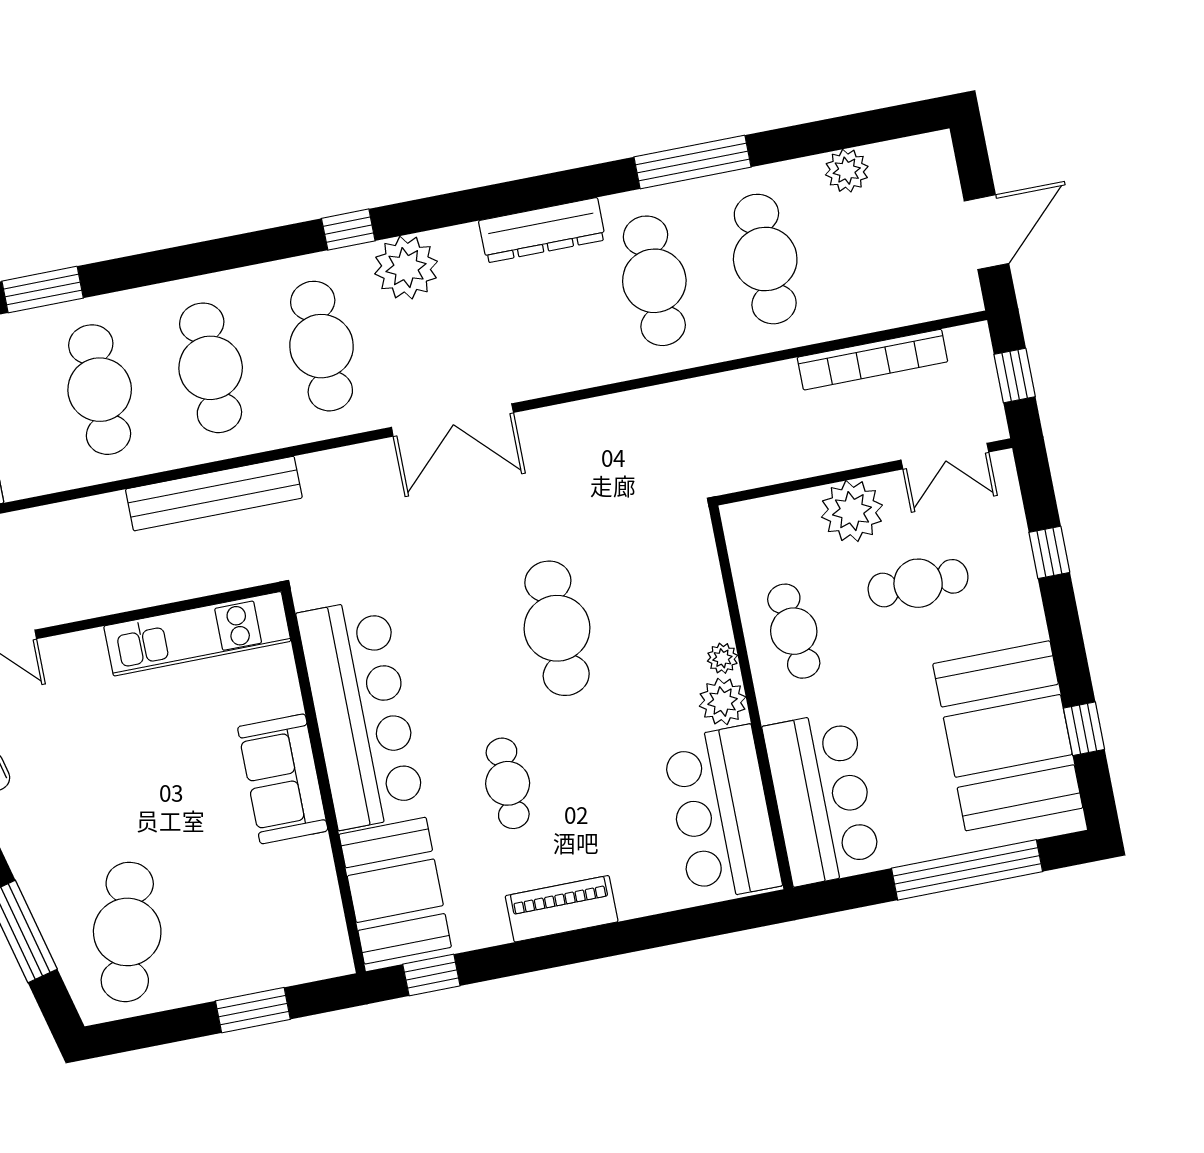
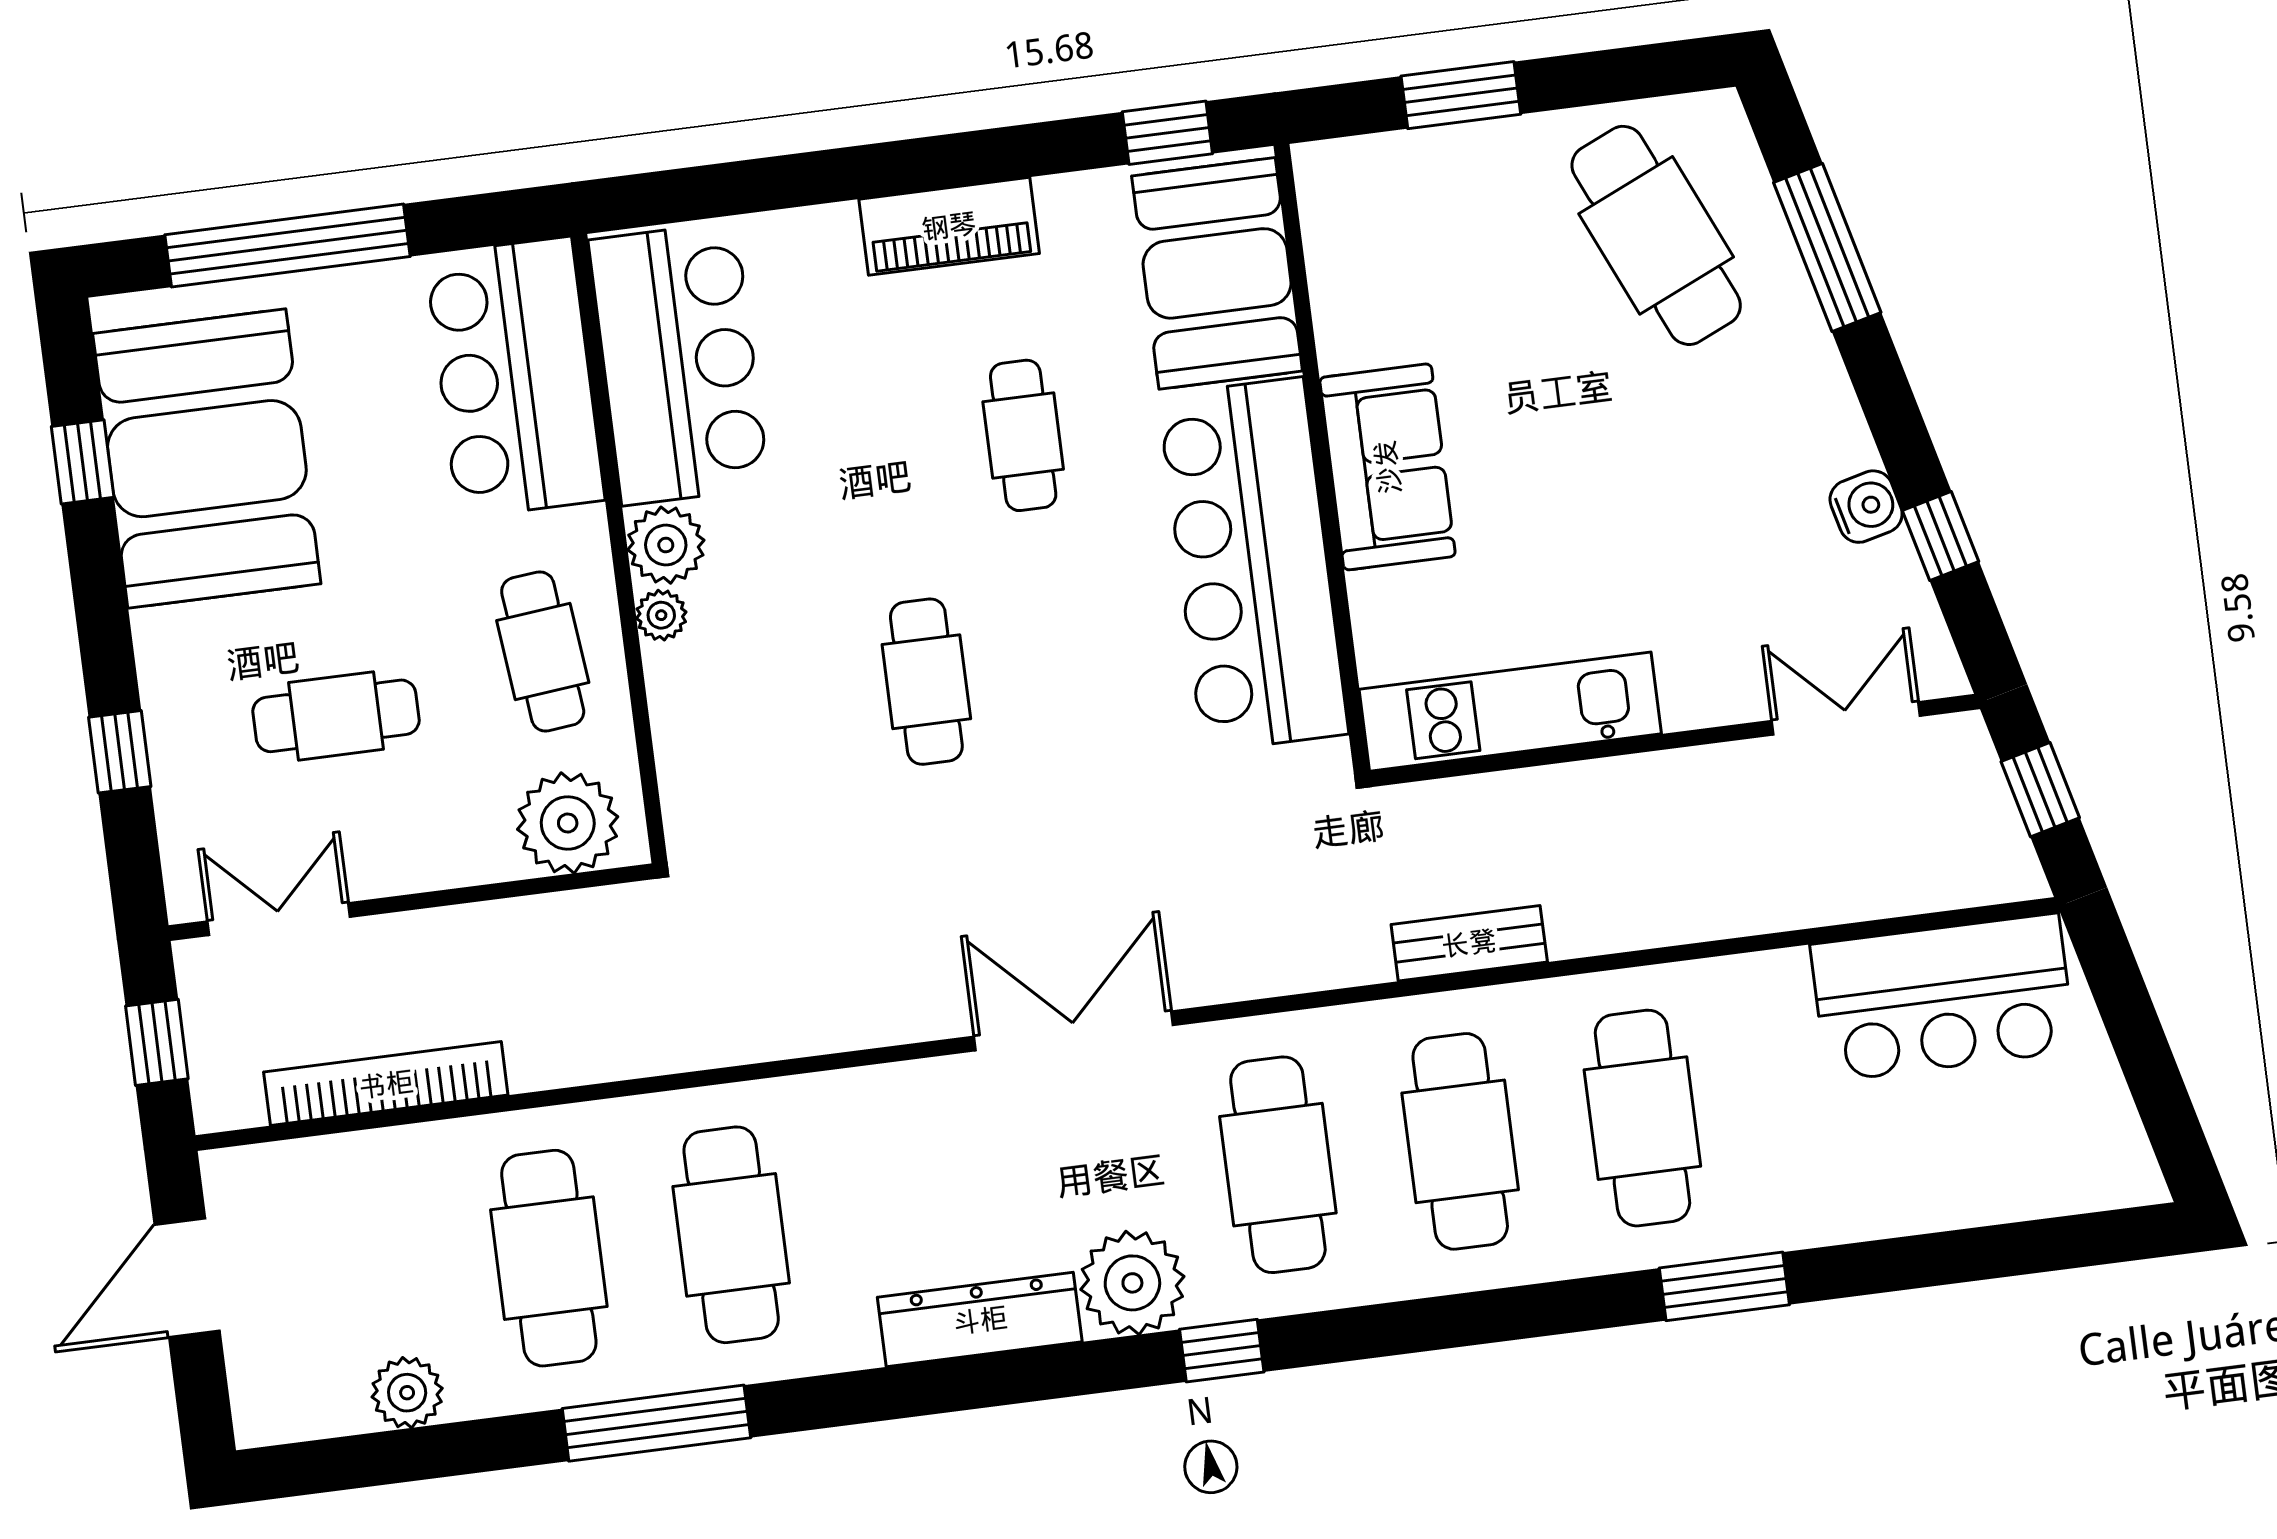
dresser: (542, 230) -> (980, 1320), moved
bench: (214, 494) -> (1469, 943), width x0.54, depth x0.82
plant: (852, 511) -> (568, 823), moved
cafe table: (557, 628) -> (926, 682), width x0.73, depth x0.74
cafe table: (127, 932) -> (1656, 235), turned -38

